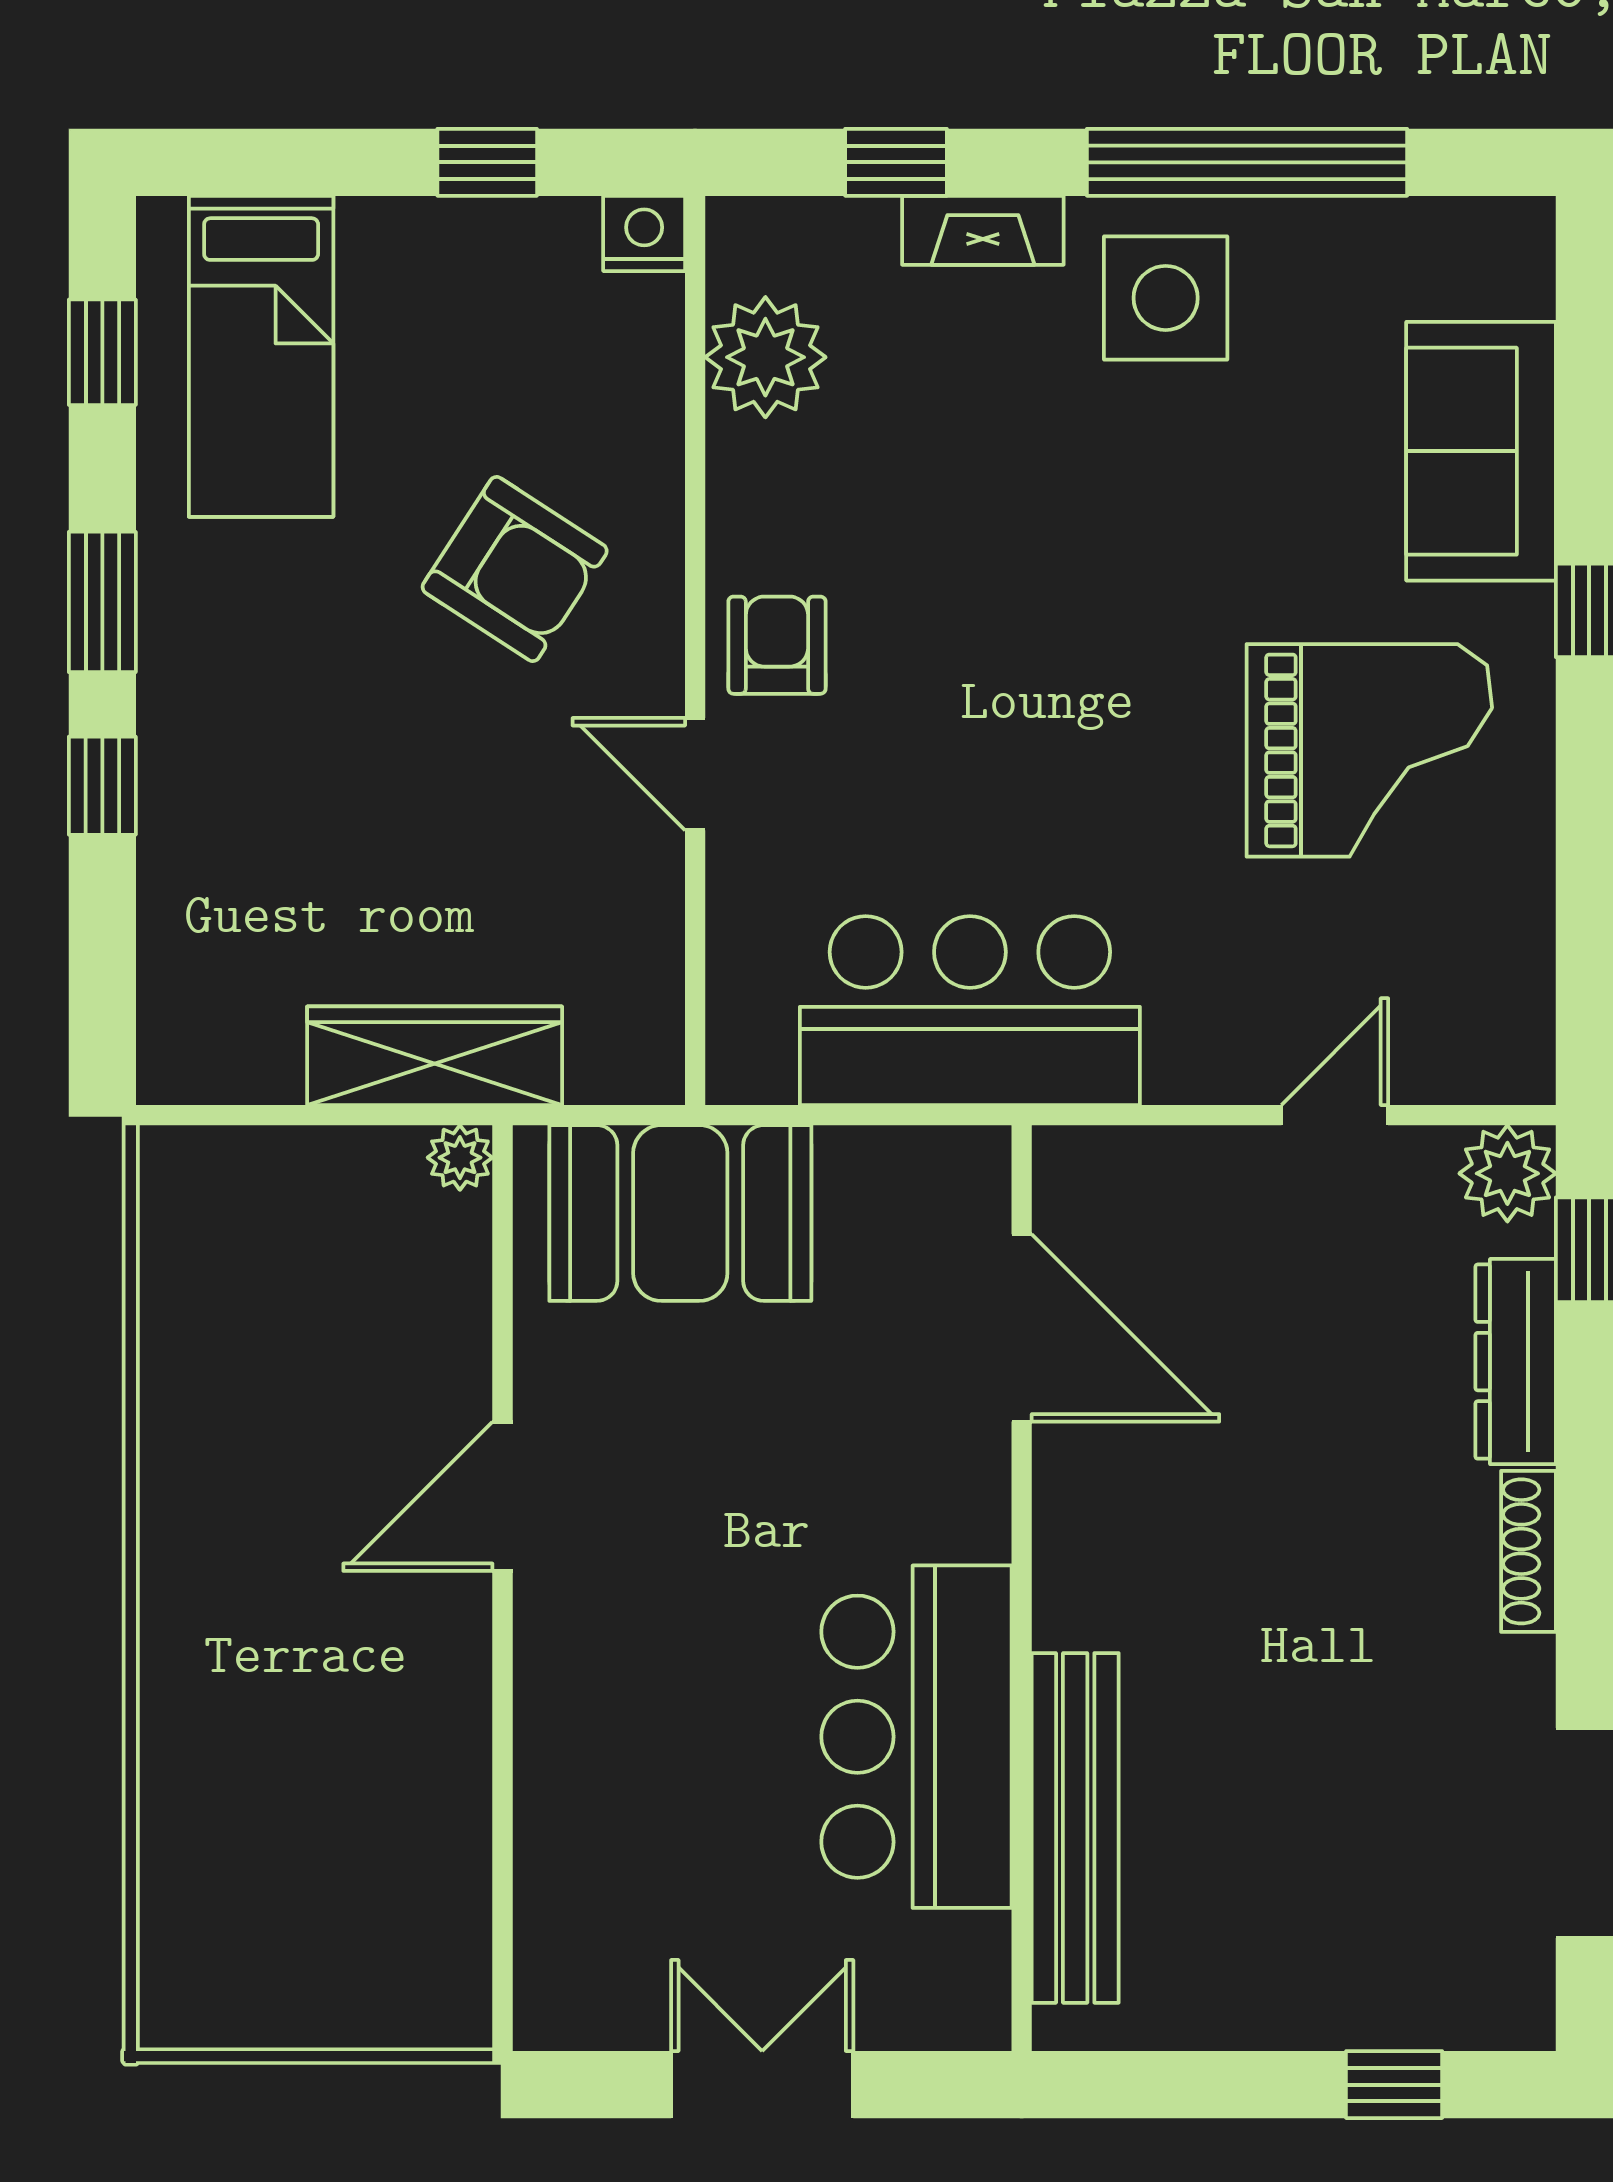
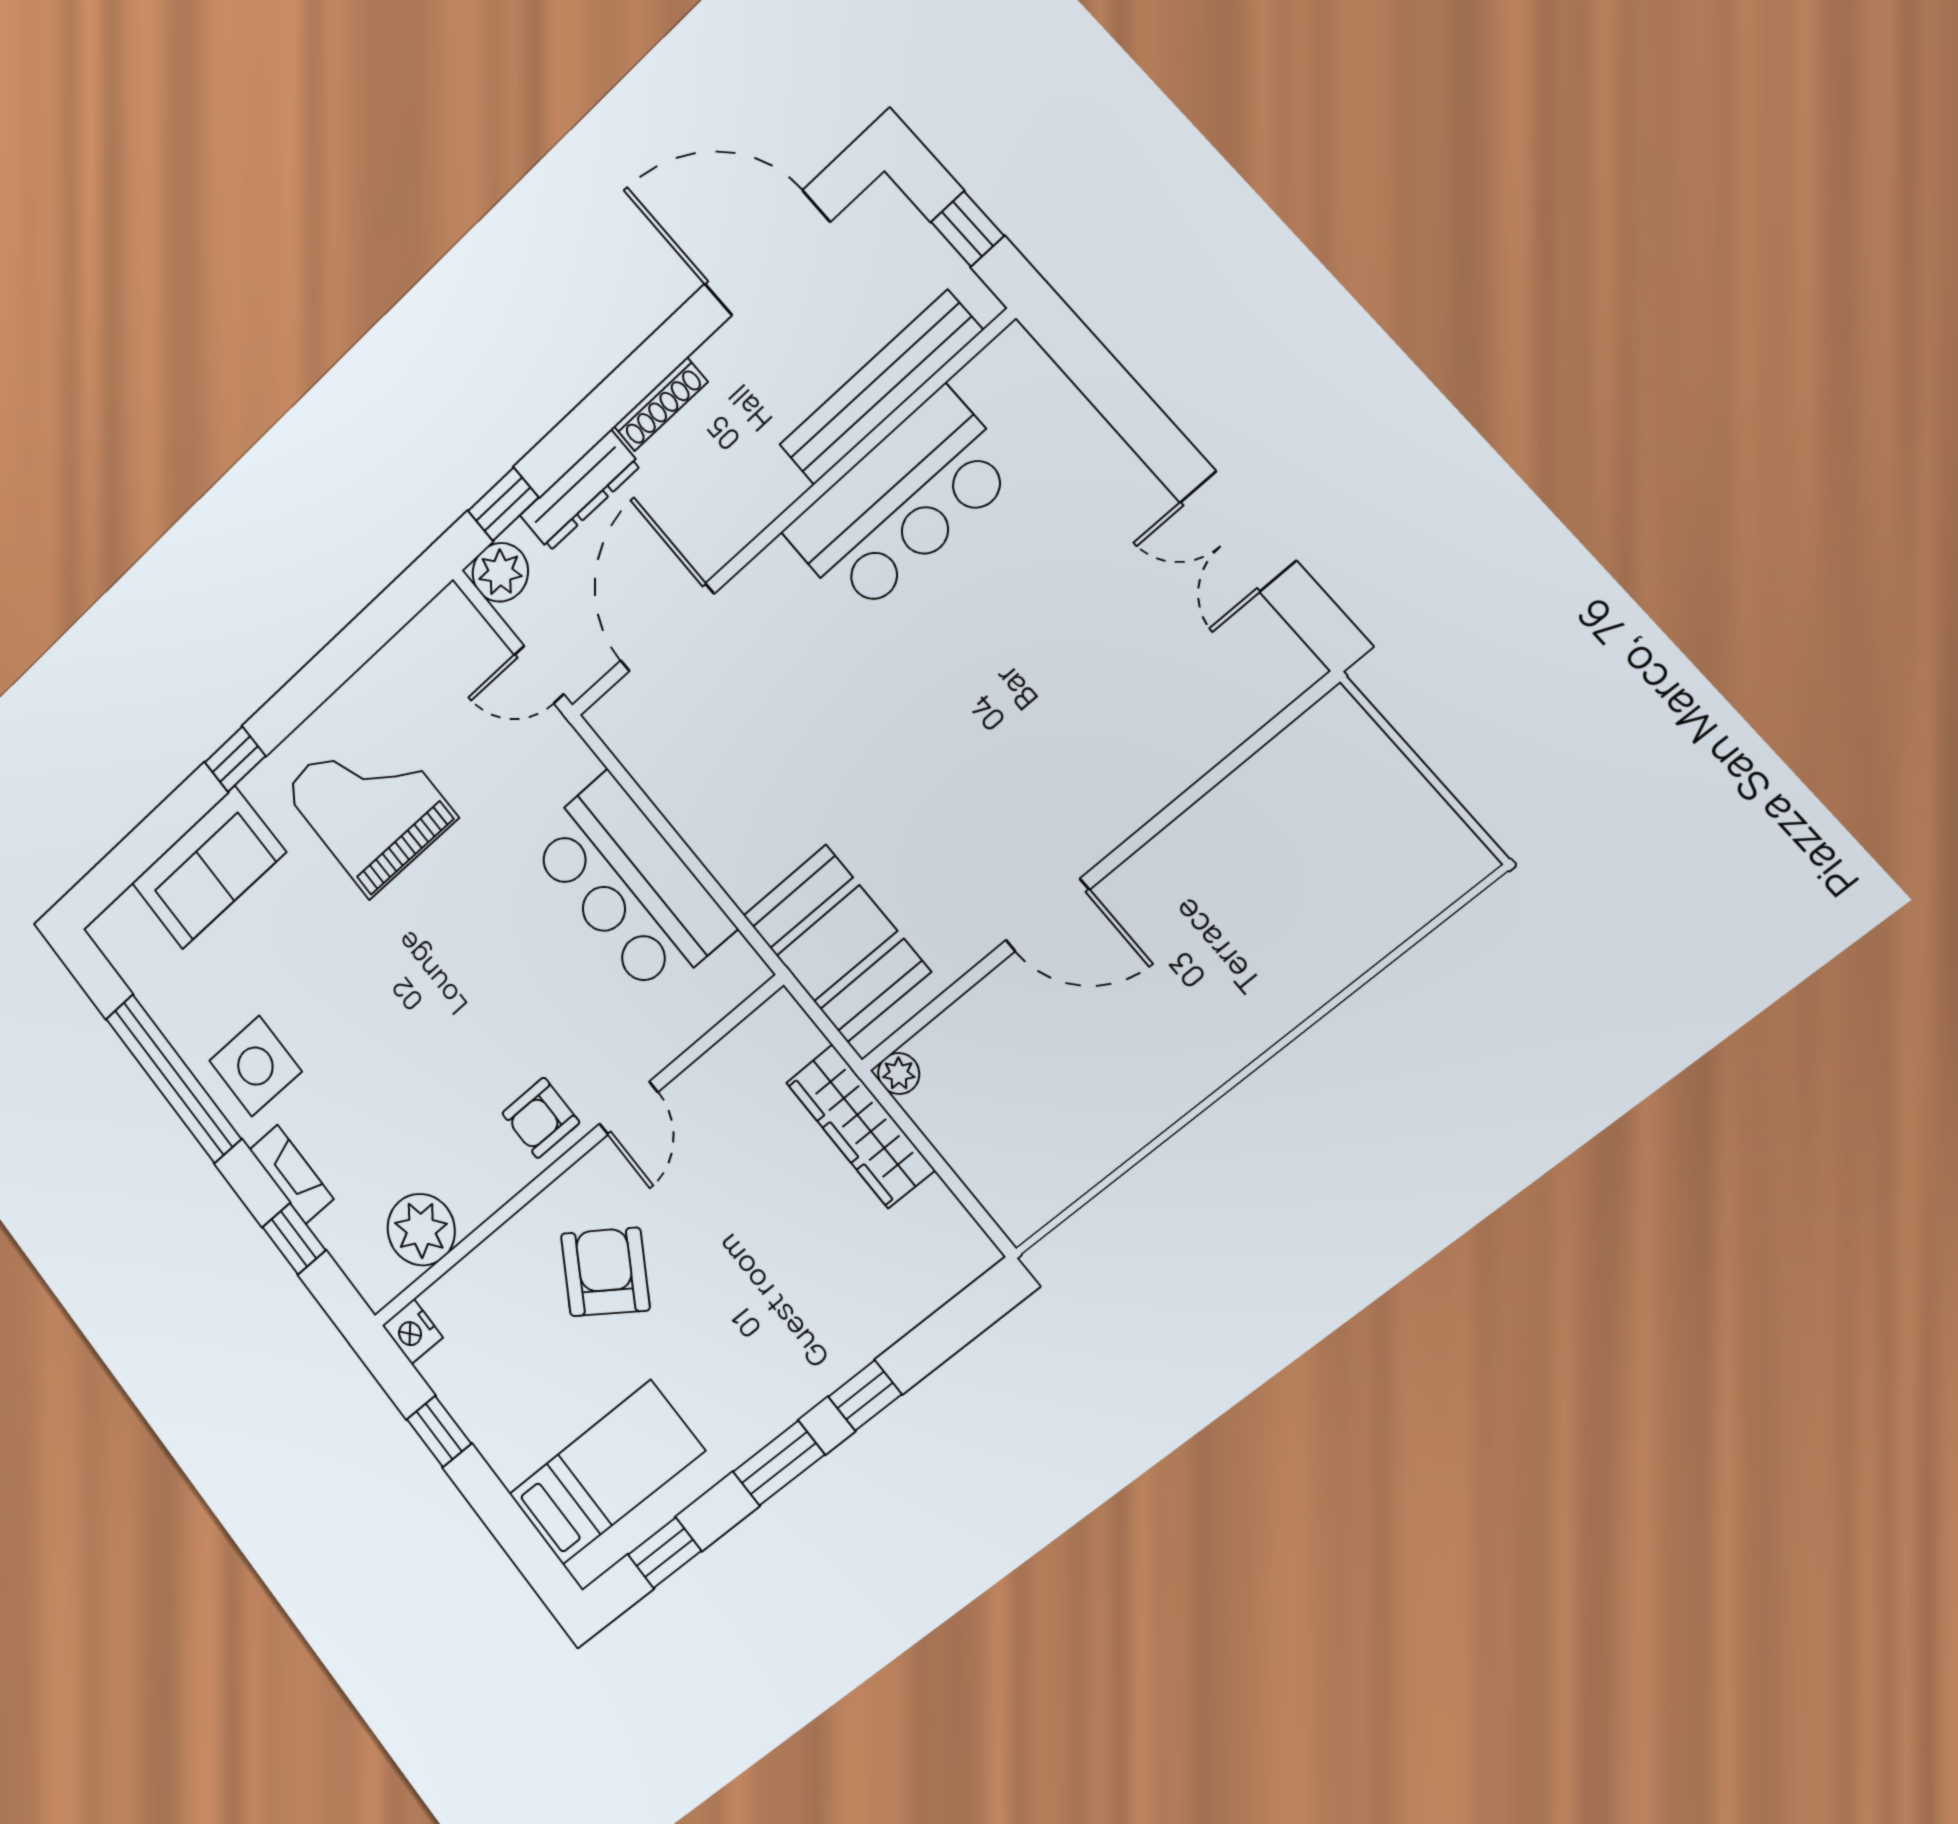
door: (1022, 1328) -> (667, 627), moved
wall: (1022, 1588) -> (788, 517), moved
bar counter: (916, 1737) -> (901, 502), moved
bench: (1075, 1828) -> (880, 388), moved

